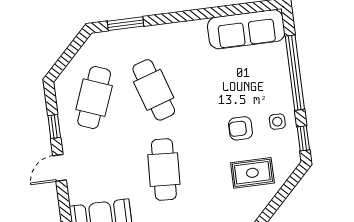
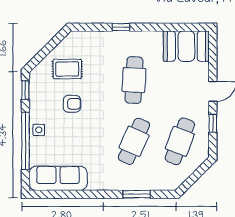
window: (125, 24) -> (137, 194), moved
cafe table: (154, 90) -> (134, 141), turned 42
side table: (277, 122) -> (39, 130), moved

